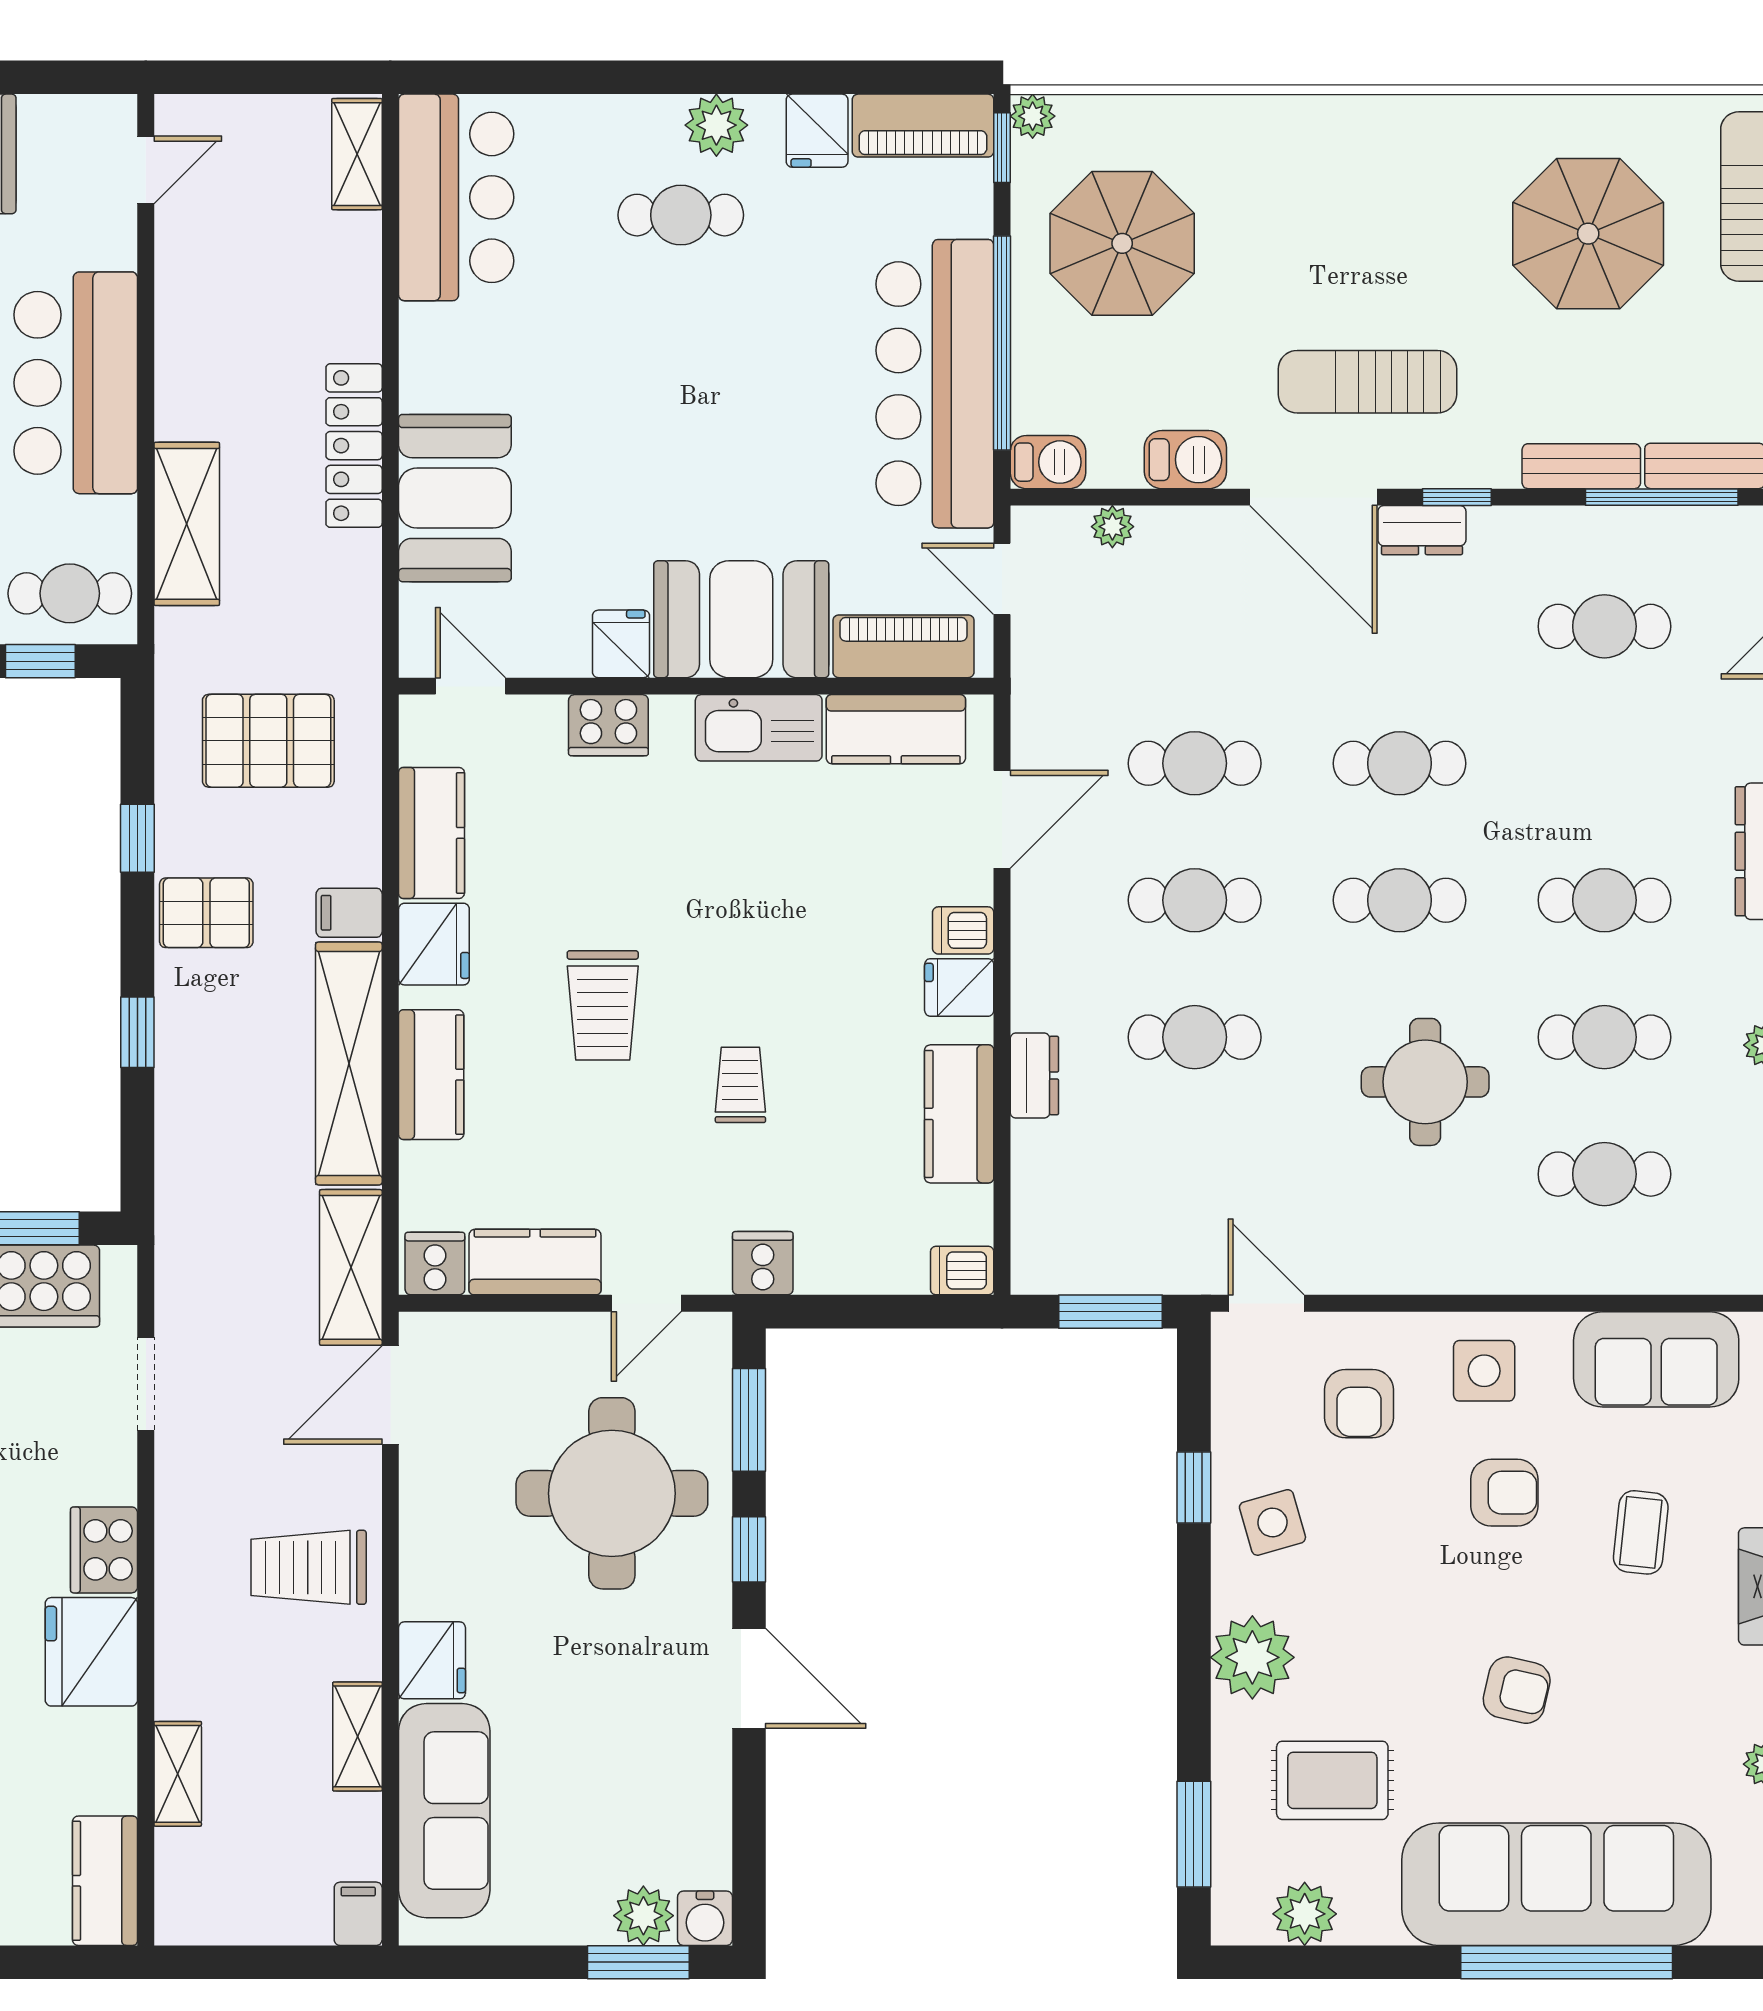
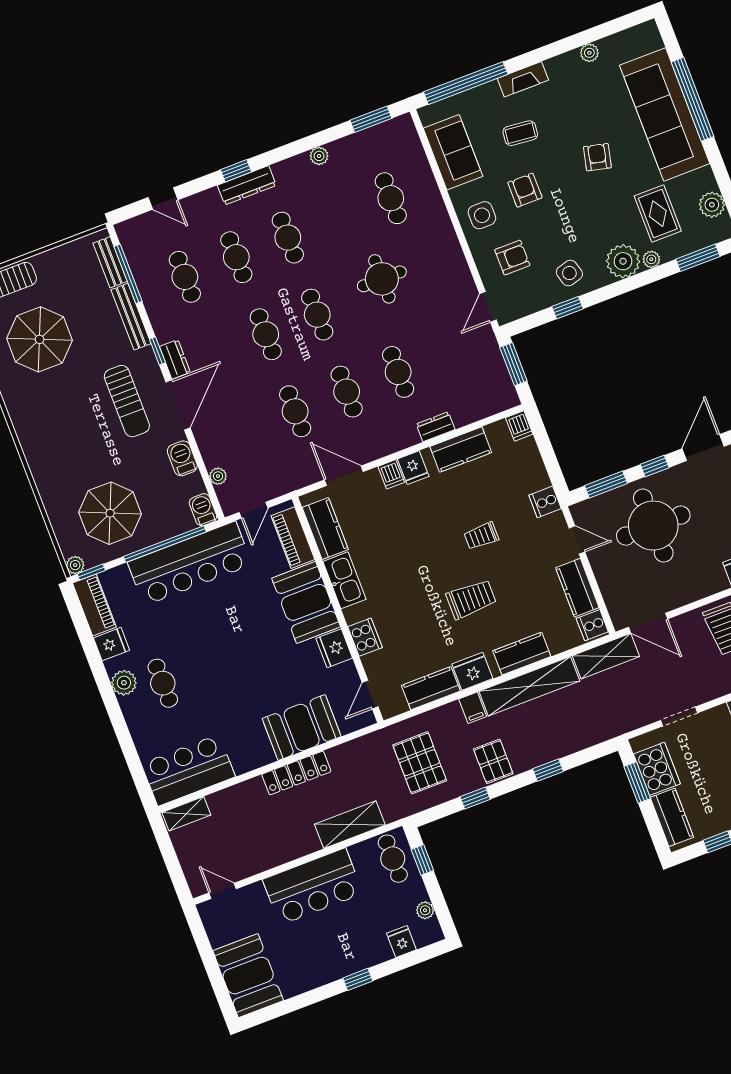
bench: (1581, 466) -> (131, 317), width x1.36
fridge: (621, 644) -> (334, 648), width x1.38
cafe table: (1604, 1037) -> (236, 257), moved
plant: (1232, 1725) -> (651, 259), added

